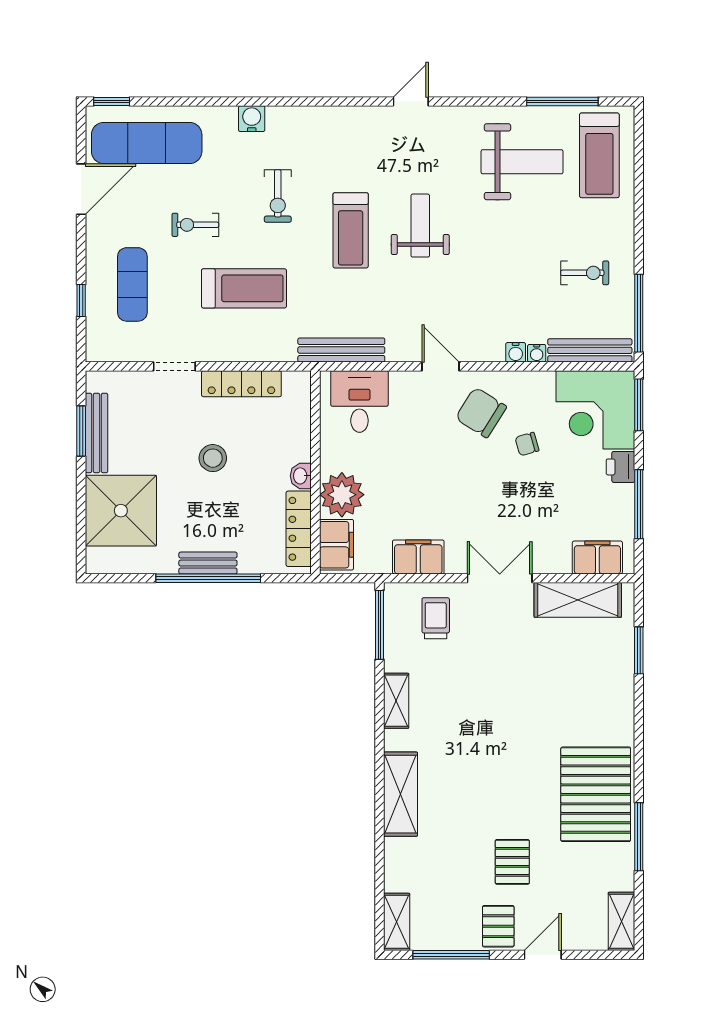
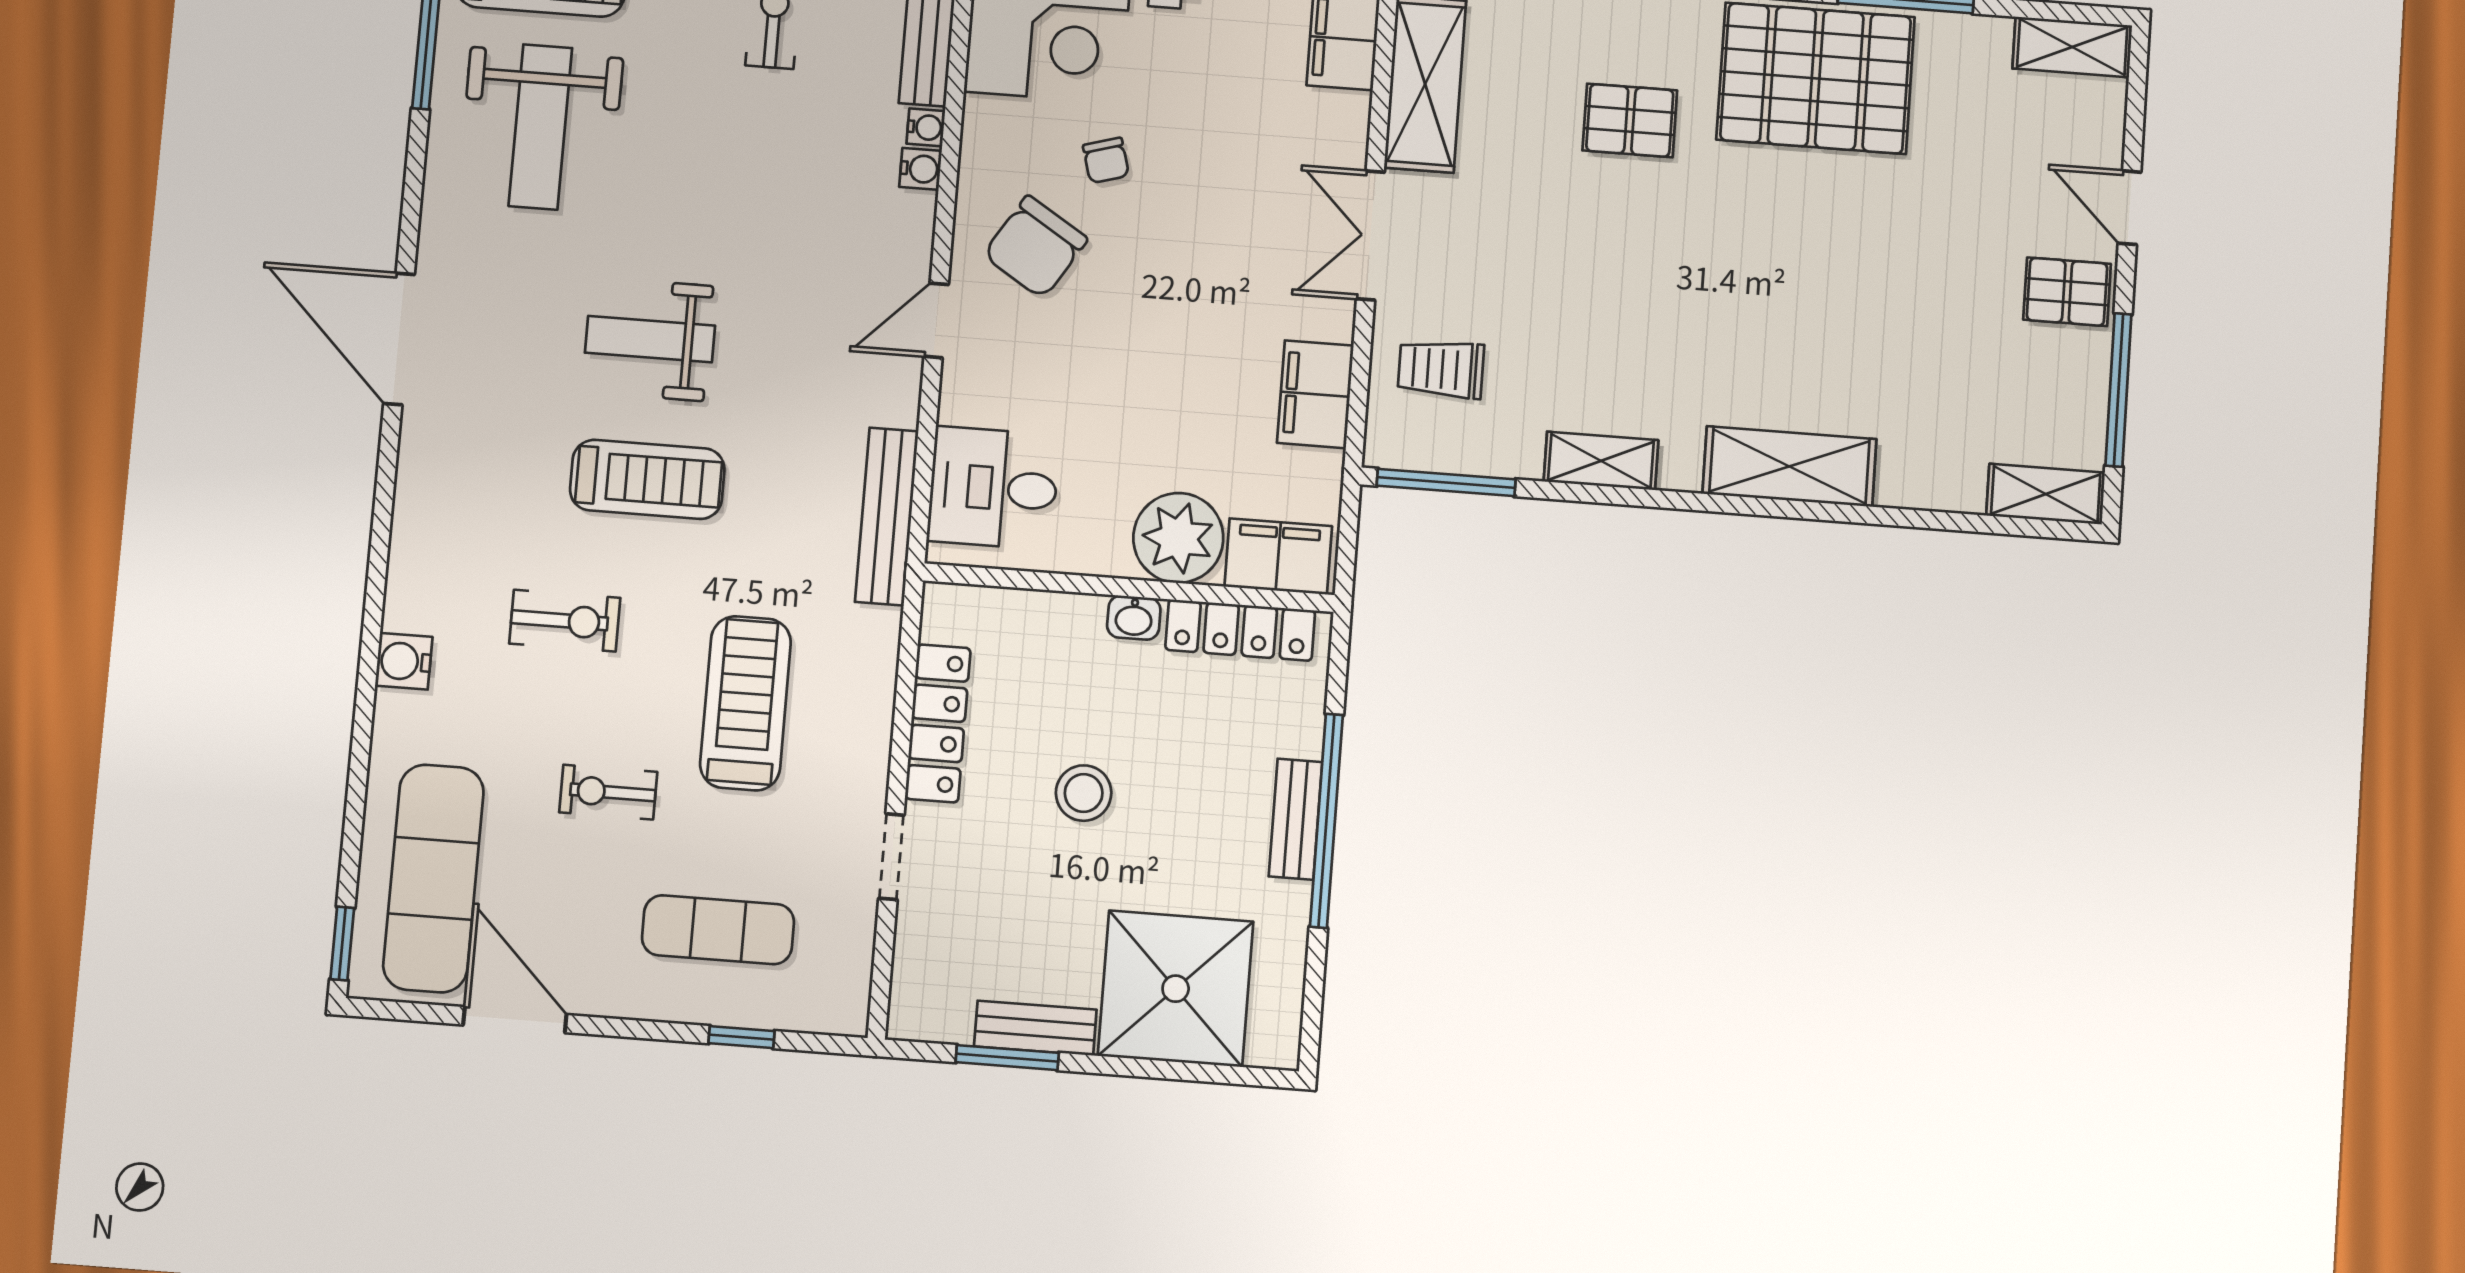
door: (411, 101) -> (399, 339), width x1.87
weight bench: (522, 162) -> (540, 127), turned 180
exercise bike: (195, 225) -> (608, 792), turned 90
bench: (96, 433) -> (1035, 1028), width x0.73
pallet: (512, 862) -> (1630, 120), moved

